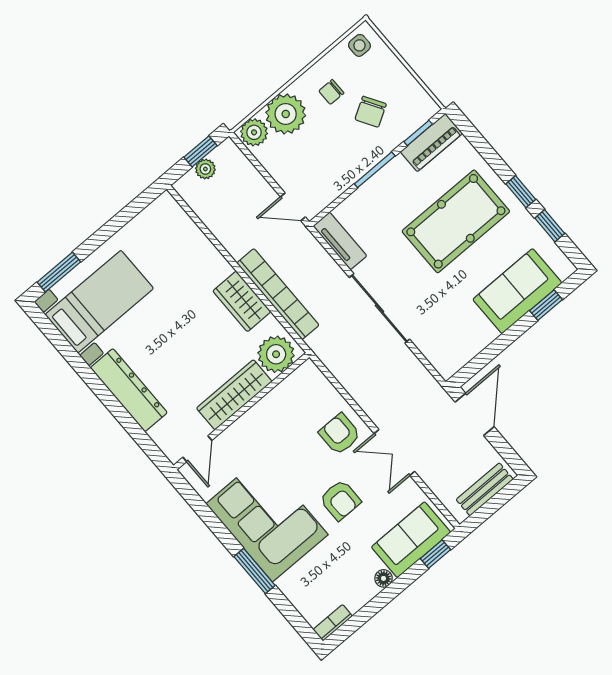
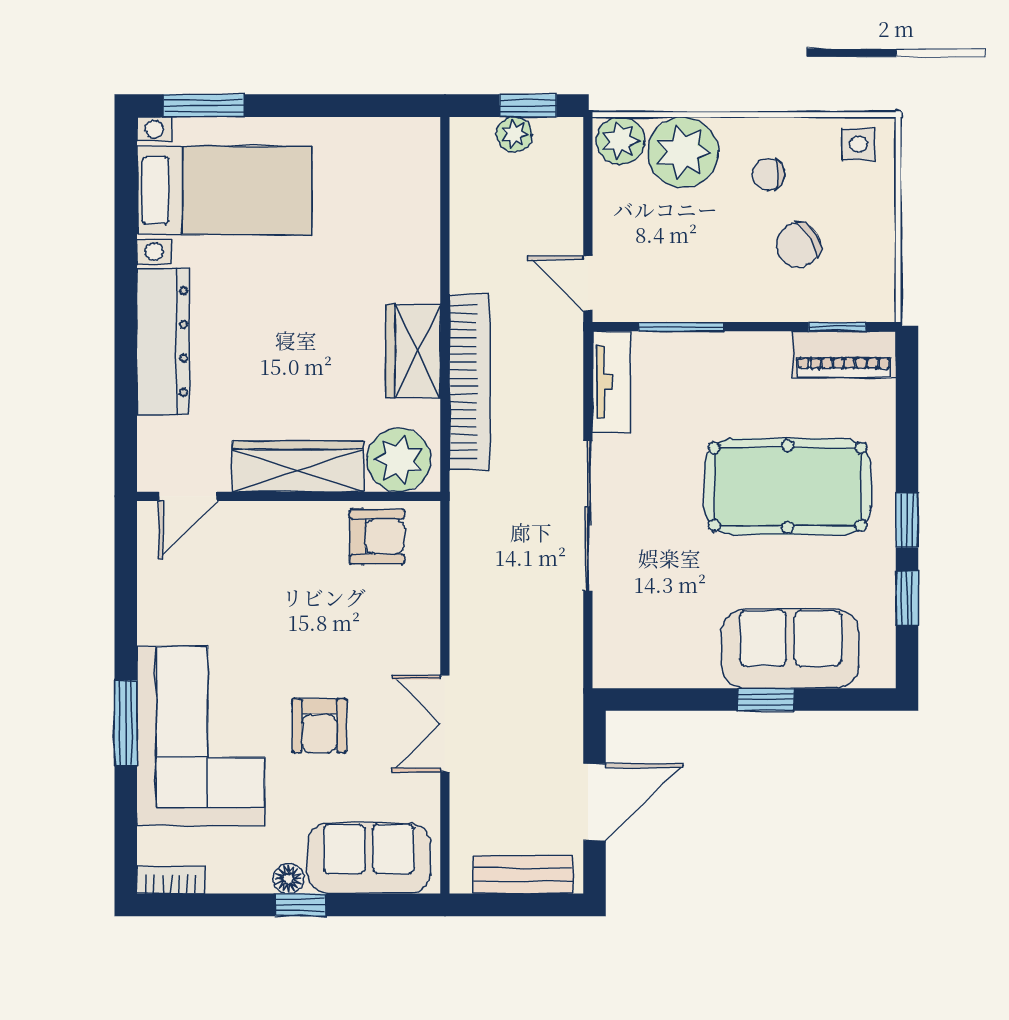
window: (375, 170) -> (681, 327), moved
window: (546, 305) -> (766, 699), moved
door: (475, 414) -> (595, 802), moved
armchair: (340, 434) -> (377, 536), moved, turned 90
corner sofa: (267, 519) -> (201, 736), moved
window: (435, 554) -> (300, 905), moved

